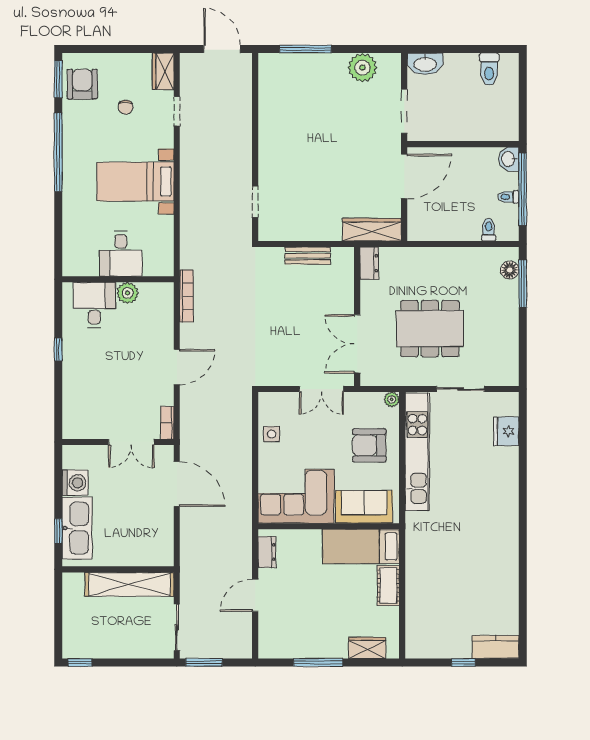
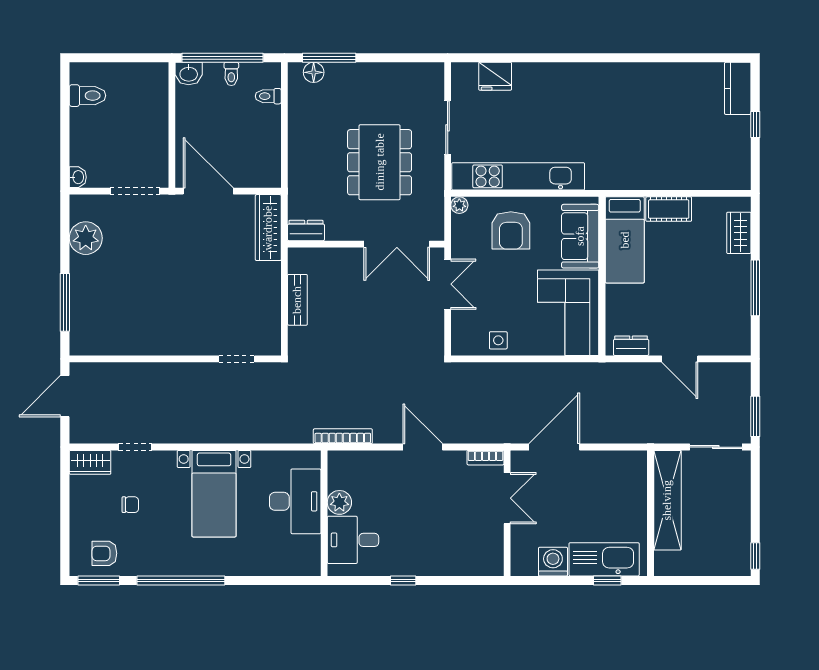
washbasin: (425, 64) -> (78, 177), width x0.52, depth x0.69
armchair: (82, 84) -> (104, 553), width x0.72, depth x0.72
desk: (121, 254) -> (295, 501), width x1.37

